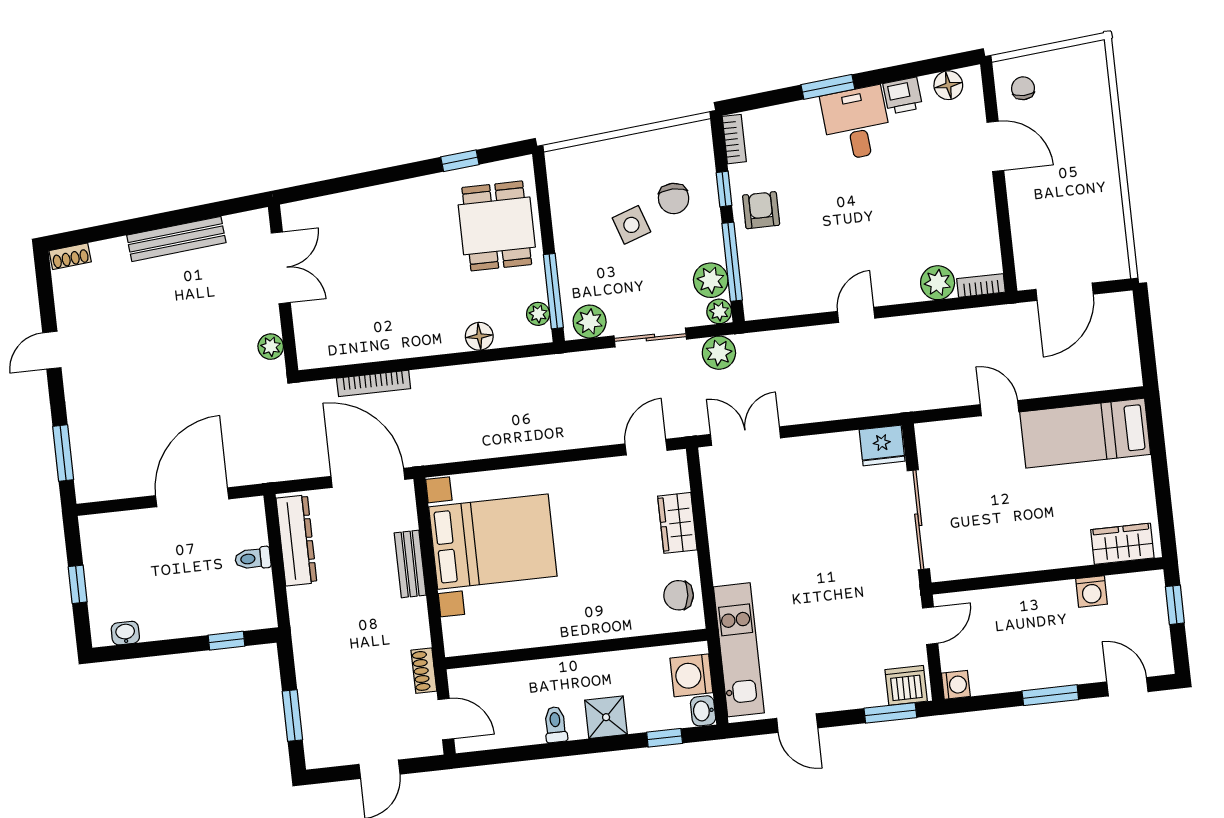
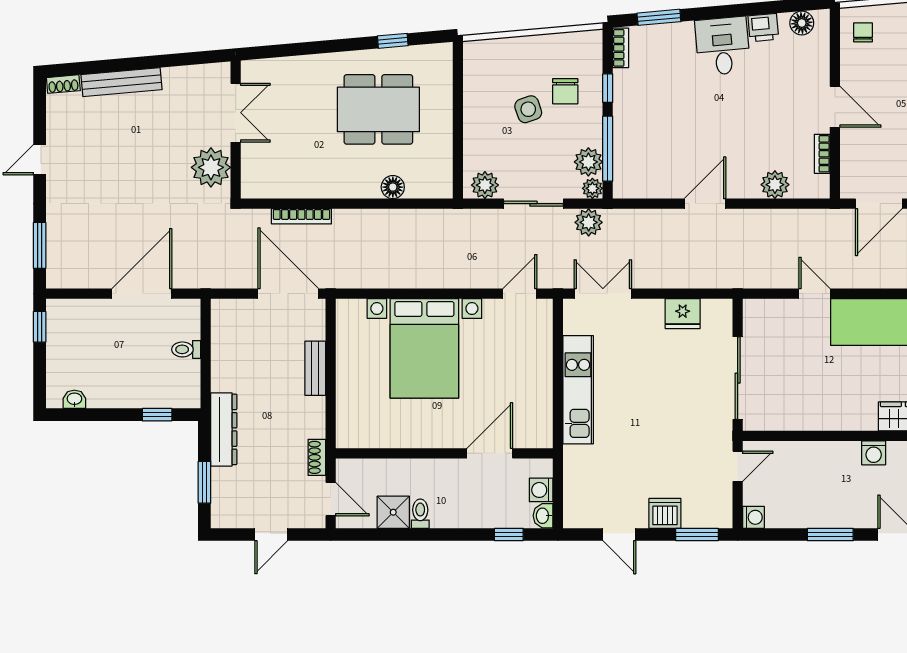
window: (828, 87) -> (659, 17), moved
door: (995, 146) -> (835, 107), moved
armchair: (761, 210) -> (636, 109), removed
dining table: (497, 226) -> (378, 109), moved, width x1.38
bench: (176, 239) -> (121, 82), moved
bookcase: (981, 285) -> (822, 154), moved, turned -90
window: (553, 291) -> (458, 157), removed
plant: (538, 314) -> (443, 174), removed
door: (856, 315) -> (705, 204), width x1.38
plant: (271, 347) -> (211, 167), width x1.88, depth x1.88
fridge: (882, 445) -> (683, 314), moved
wardrobe: (677, 523) -> (539, 359), removed
dresser: (296, 540) -> (224, 429), moved
bed with nightstands: (493, 542) -> (424, 348), moved, turned 90
window: (78, 584) -> (40, 327), moved
chair: (679, 595) -> (533, 418), removed
door: (631, 643) -> (490, 453), added
kitchen unit: (739, 650) -> (578, 390), moved
washing machine: (691, 675) -> (541, 490), width x0.73, depth x0.73
dishwasher: (906, 685) -> (665, 513), moved
shower: (606, 717) -> (393, 512), moved

